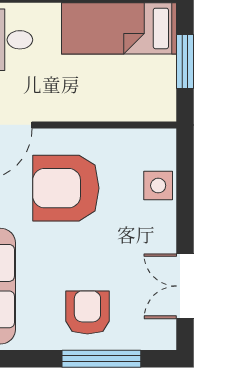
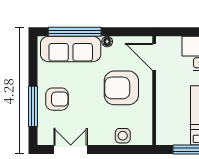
armchair: (66, 188) -> (121, 88), turned -90

